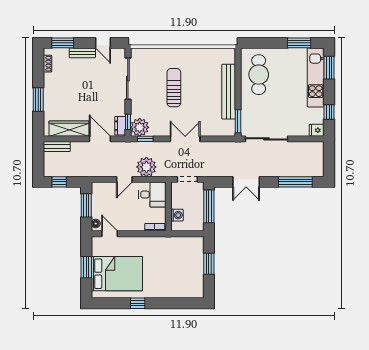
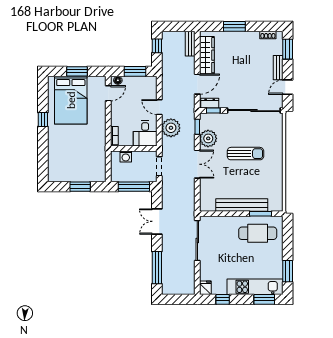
sliding door: (128, 79) -> (254, 111), width x1.36
window: (238, 121) -> (260, 214), moved
plant: (140, 127) -> (208, 138), moved

